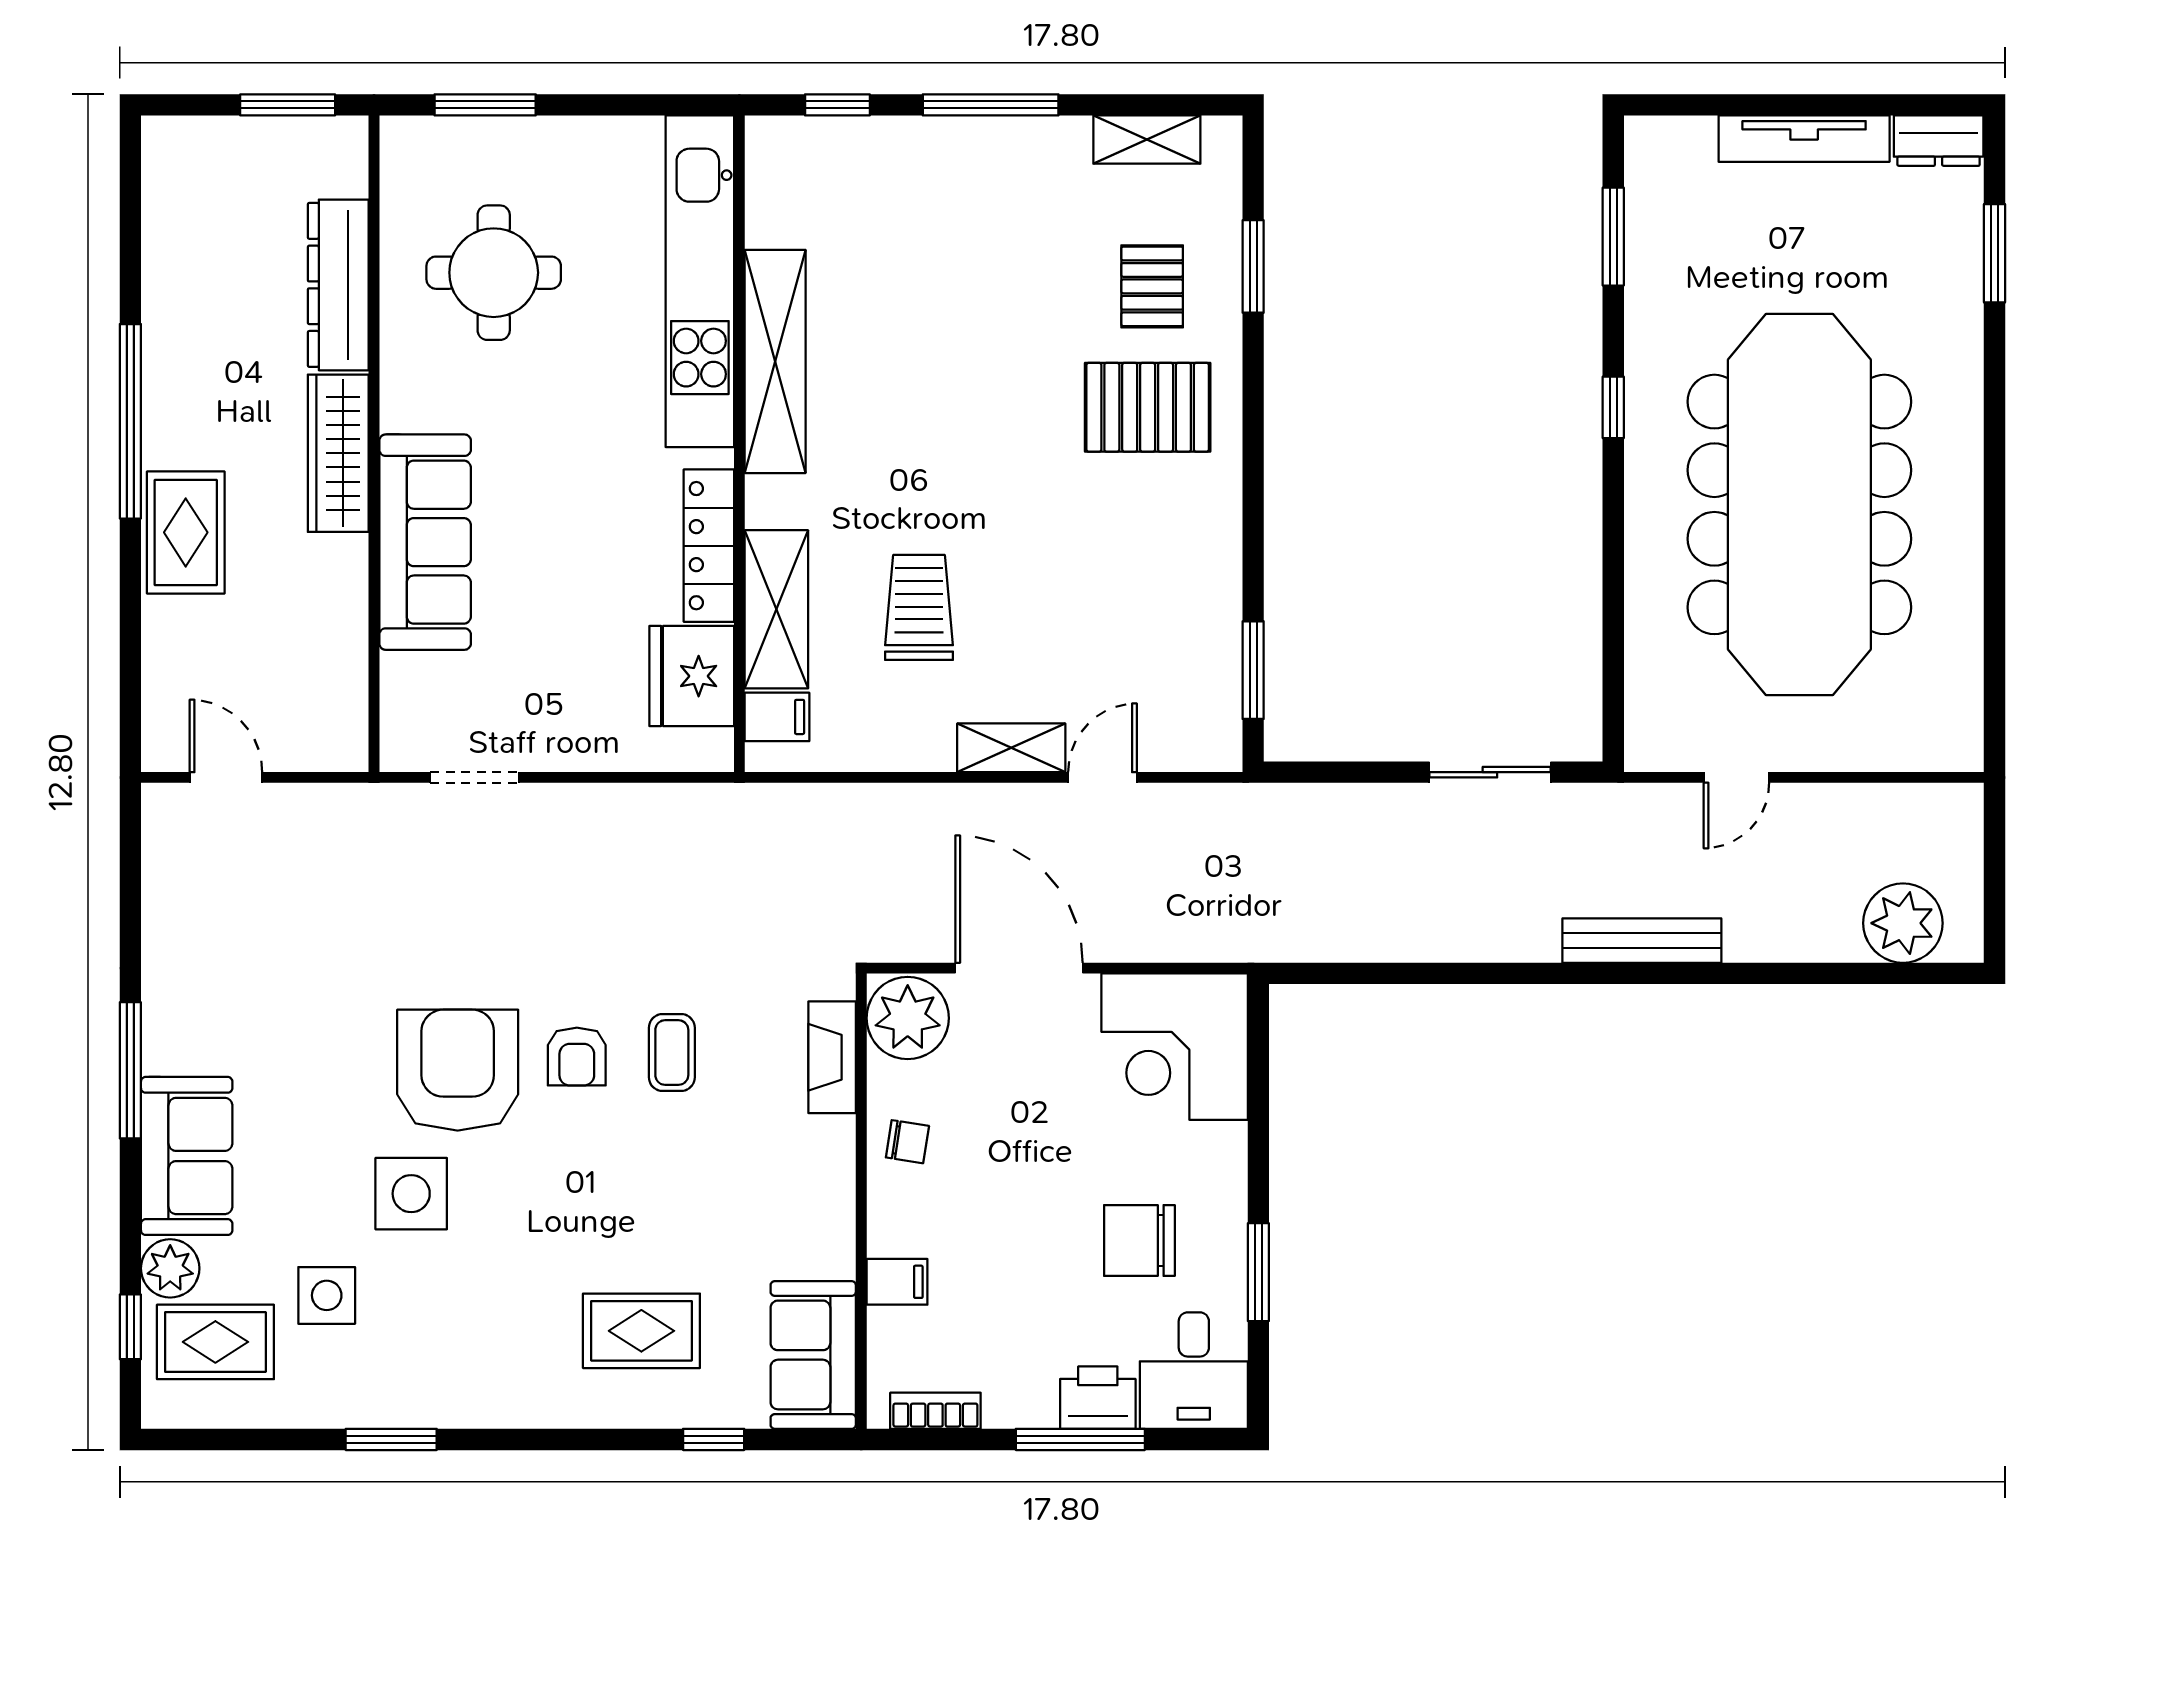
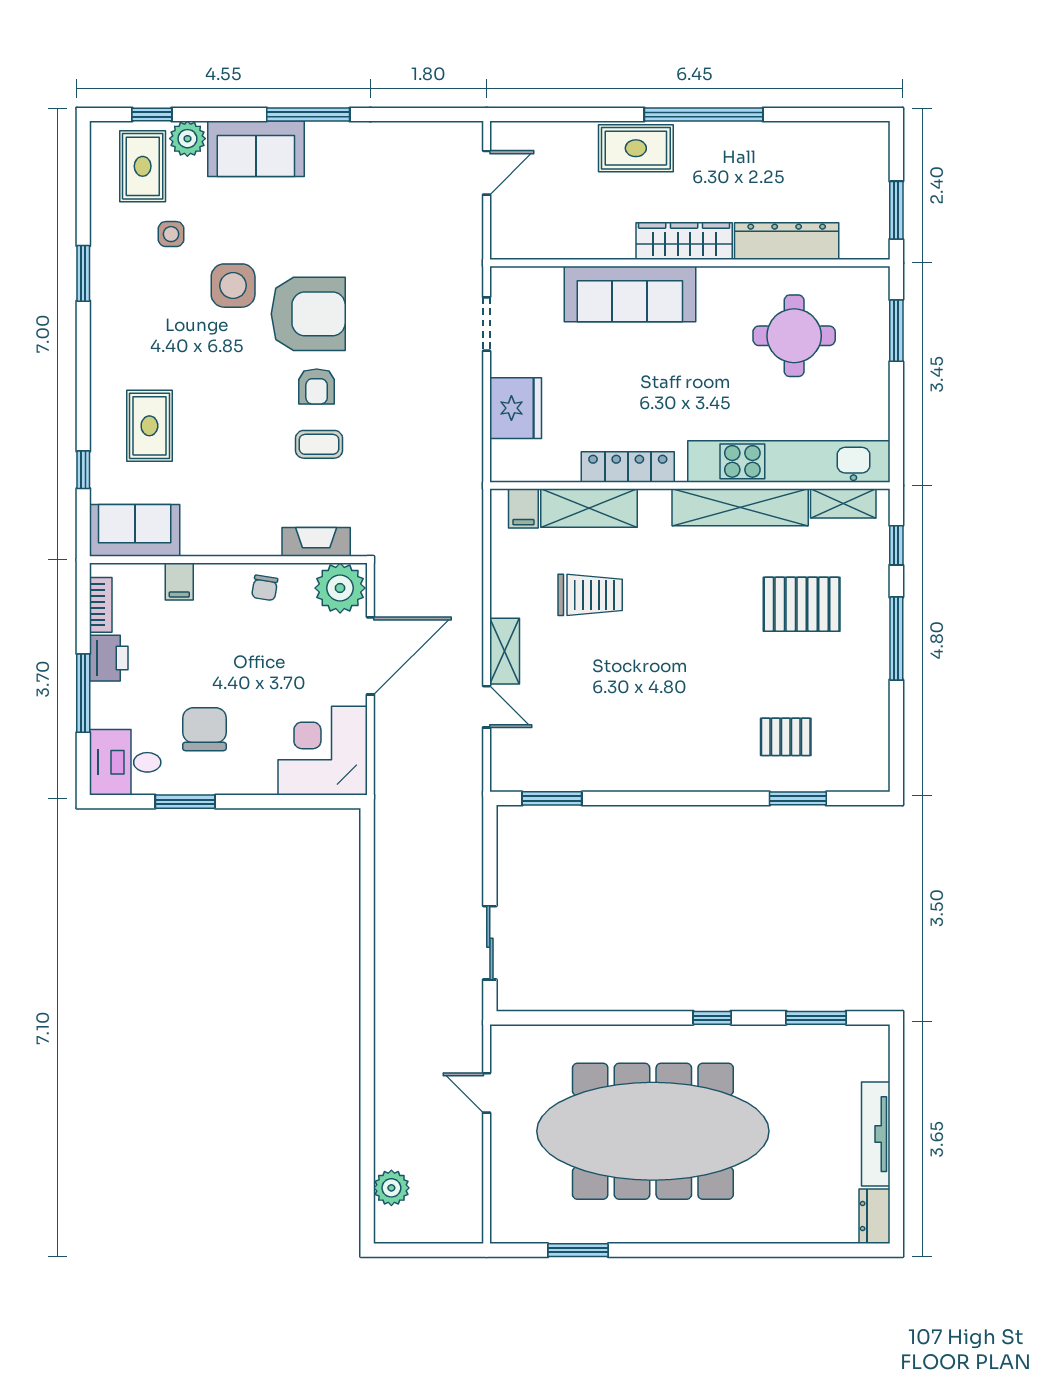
shelving: (1147, 140) -> (843, 503), moved, turned 90
window: (1995, 253) -> (578, 1250), moved
pallet: (1148, 407) -> (802, 604), moved, turned 90
fridge: (692, 676) -> (516, 408), moved, turned 90
plant: (1903, 923) -> (391, 1188), width x0.73, depth x0.73
bench: (1642, 941) -> (387, 1035), removed
armchair: (577, 1057) -> (317, 386), turned -90
side table: (327, 1295) -> (171, 234), width x0.73, depth x0.73
printer: (1098, 1398) -> (109, 658), moved

